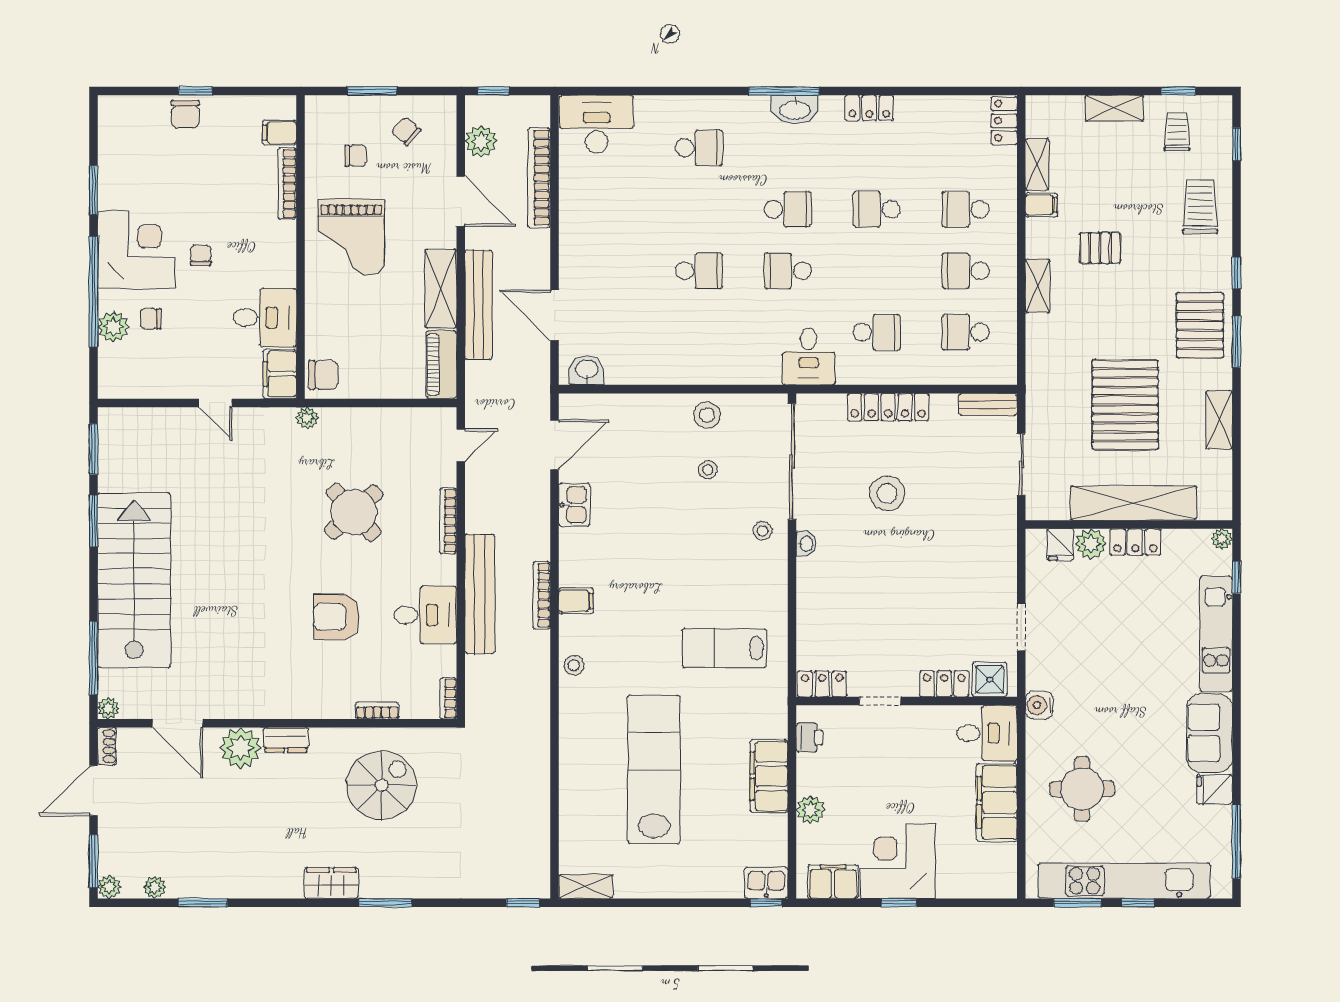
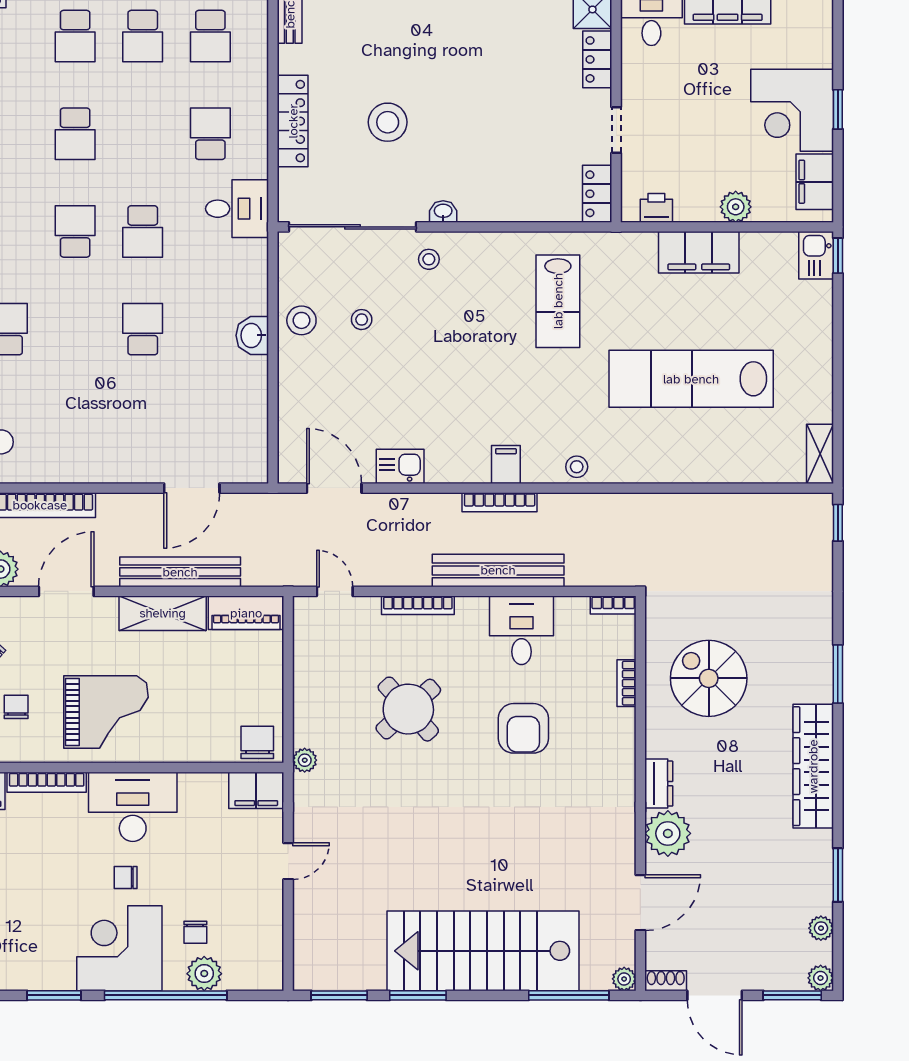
desk: (265, 318) -> (133, 807), moved, width x1.37
washbasin: (587, 370) -> (252, 335), moved
wardrobe: (331, 883) -> (813, 766), width x2.10, depth x1.17

